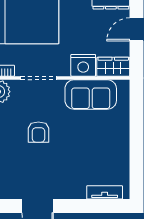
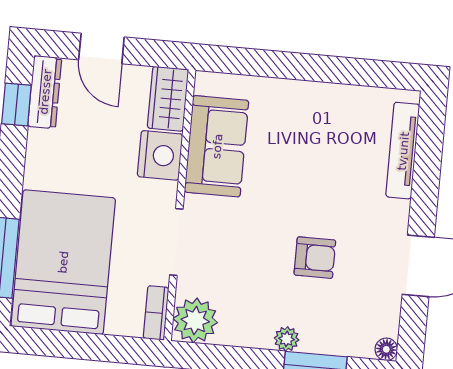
armchair: (38, 132) -> (315, 258), moved
tv unit: (105, 192) -> (403, 151), width x1.41

